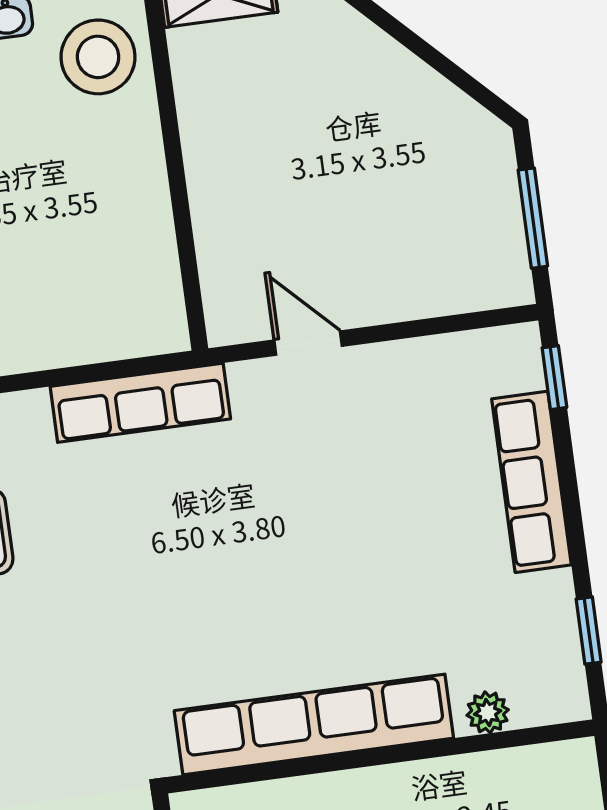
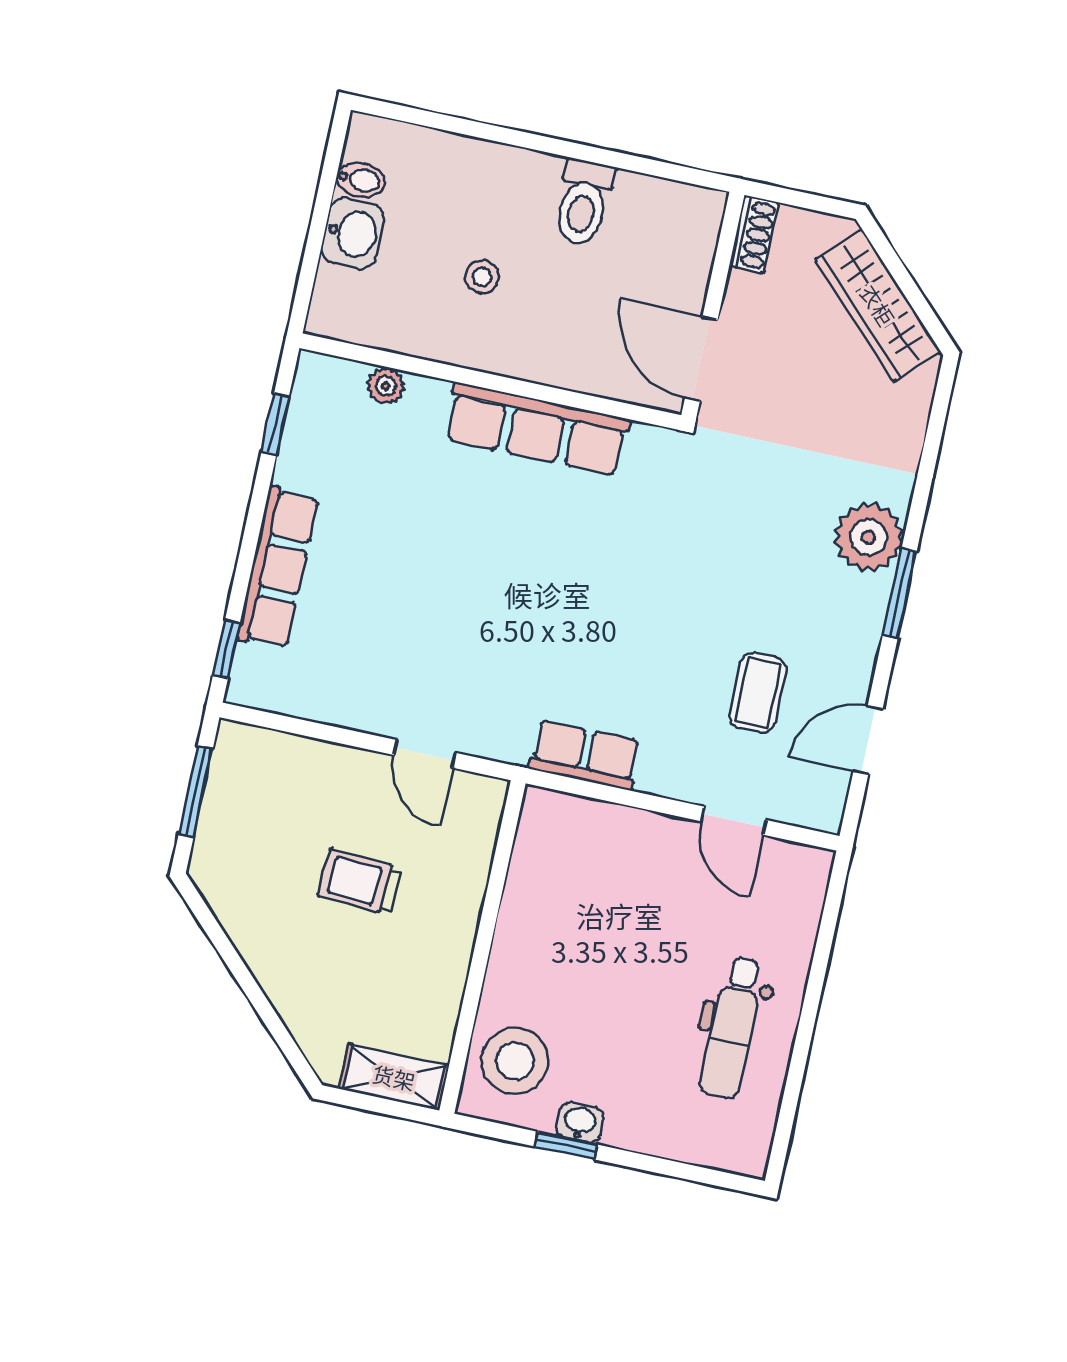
trolley: (328, 185) -> (360, 882), added
row of seats: (140, 403) -> (585, 755), width x0.68
row of seats: (314, 724) -> (537, 429), width x0.73

